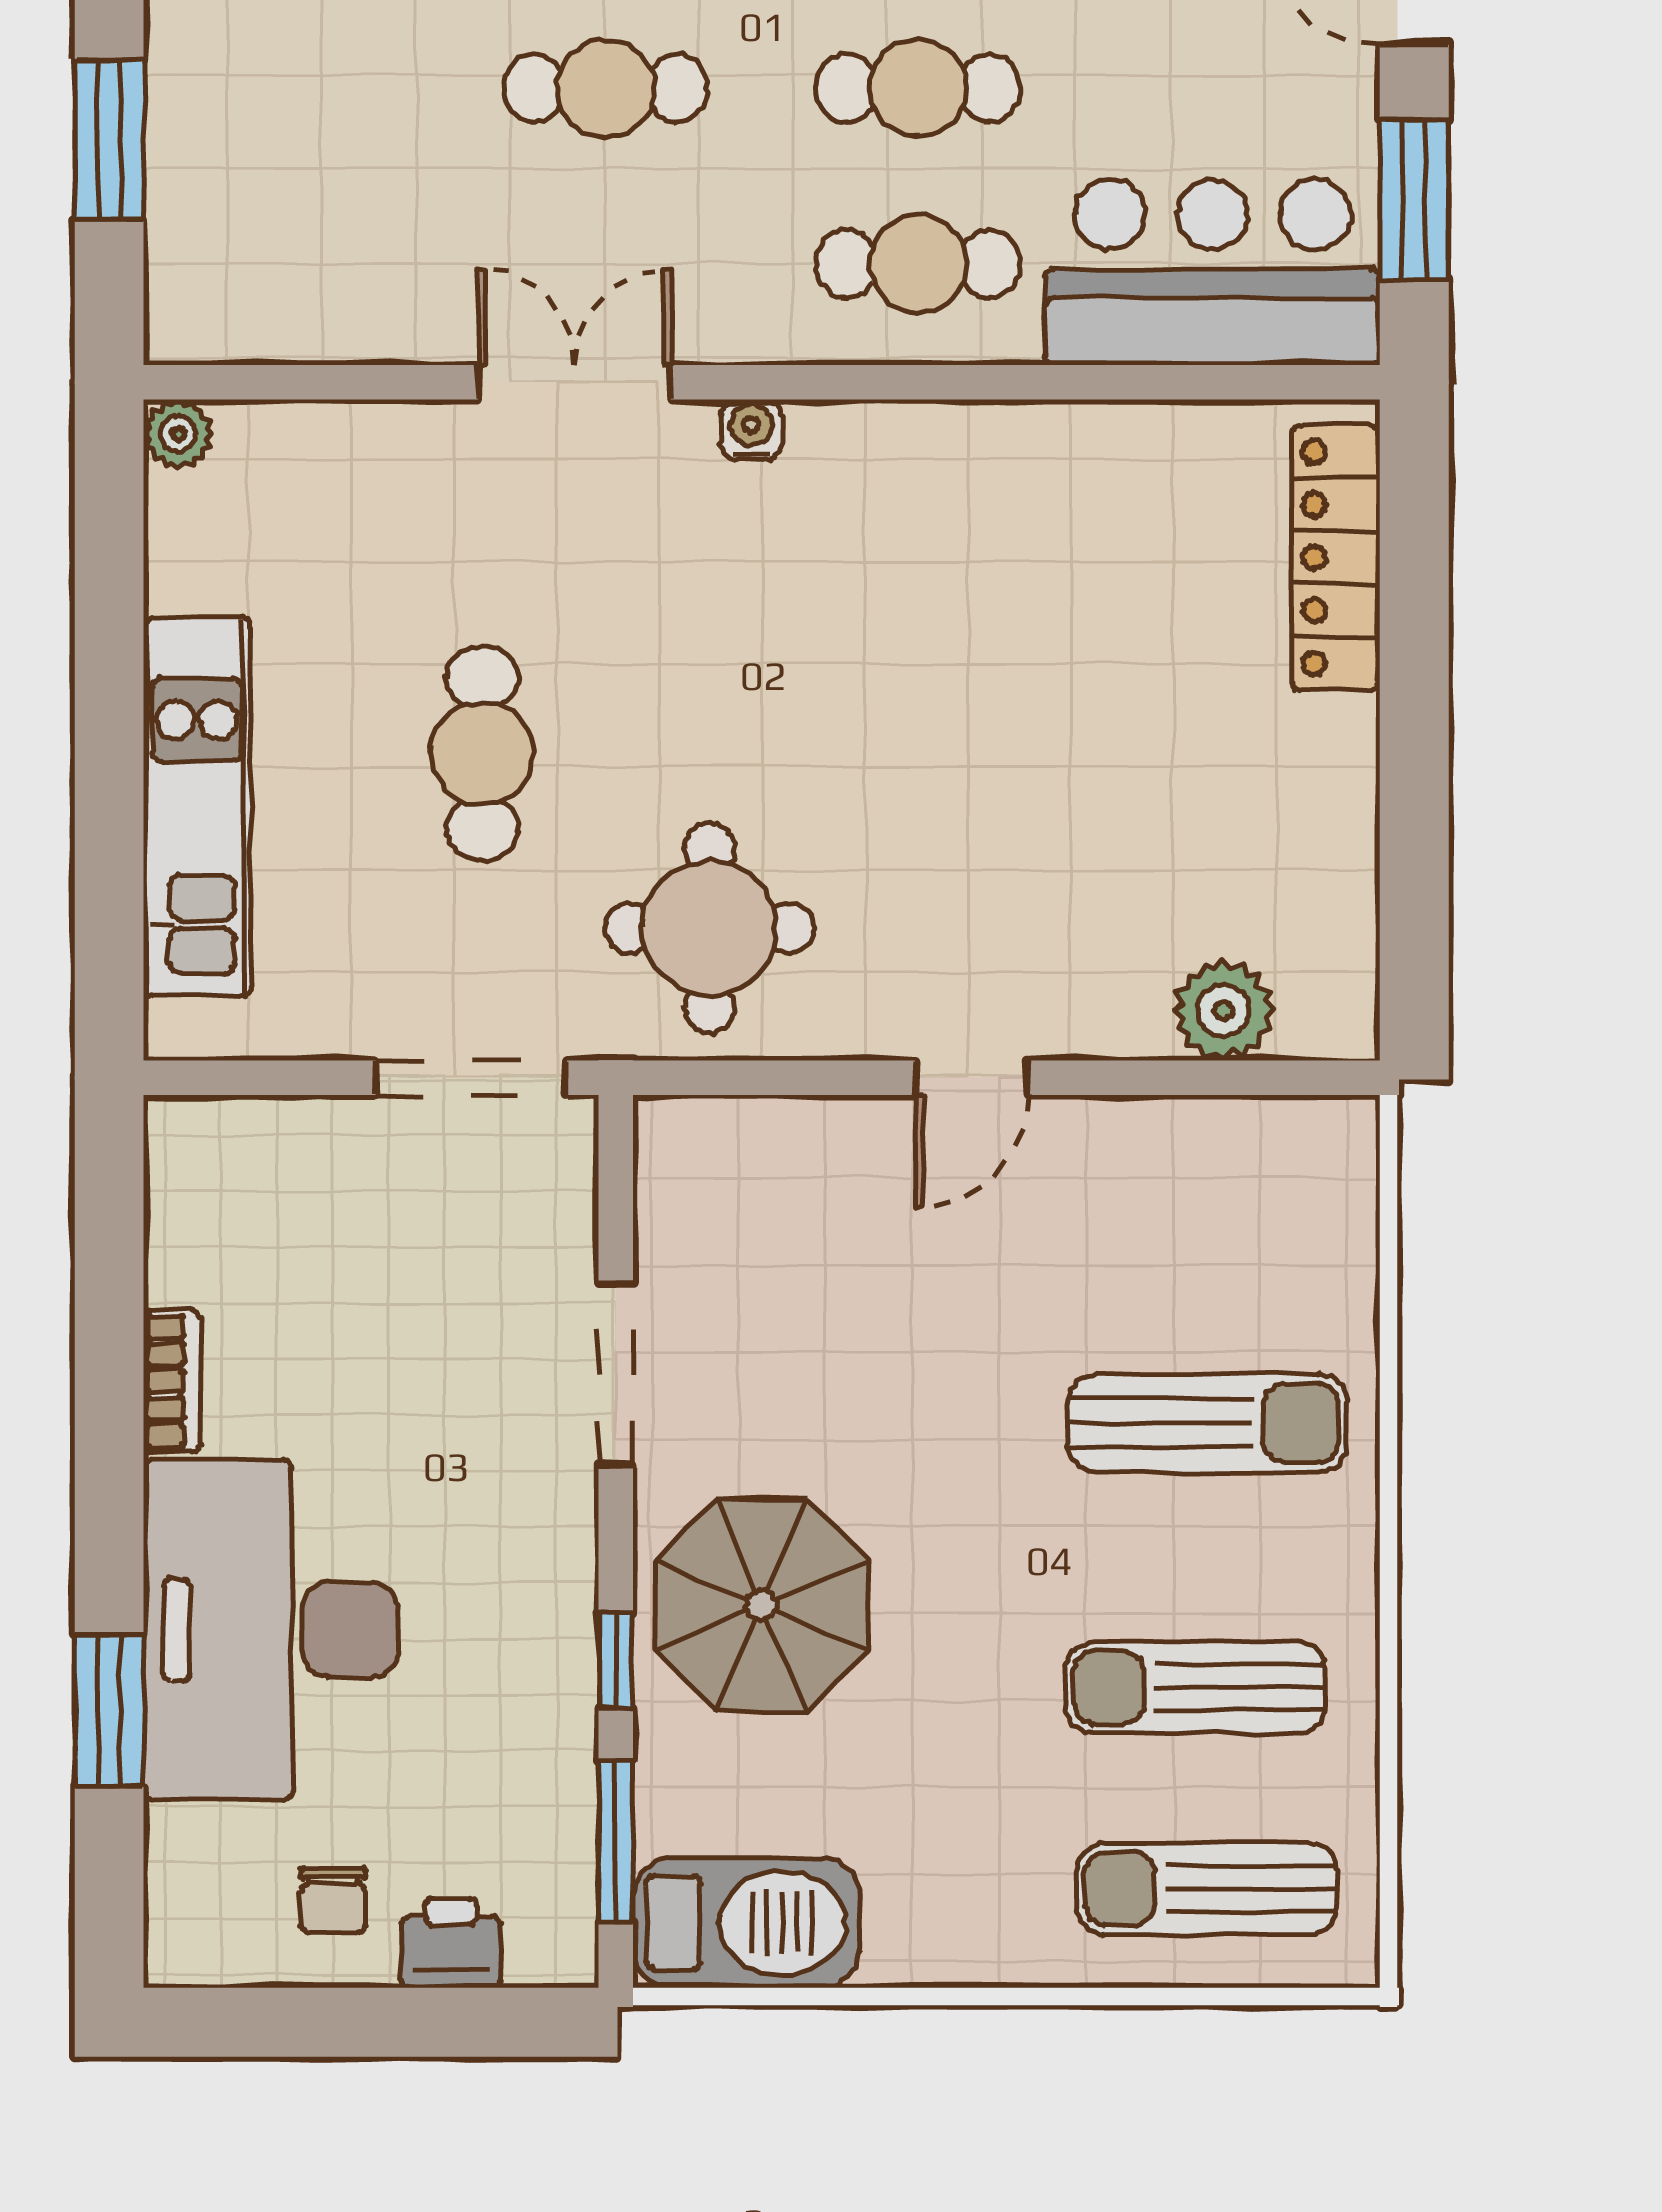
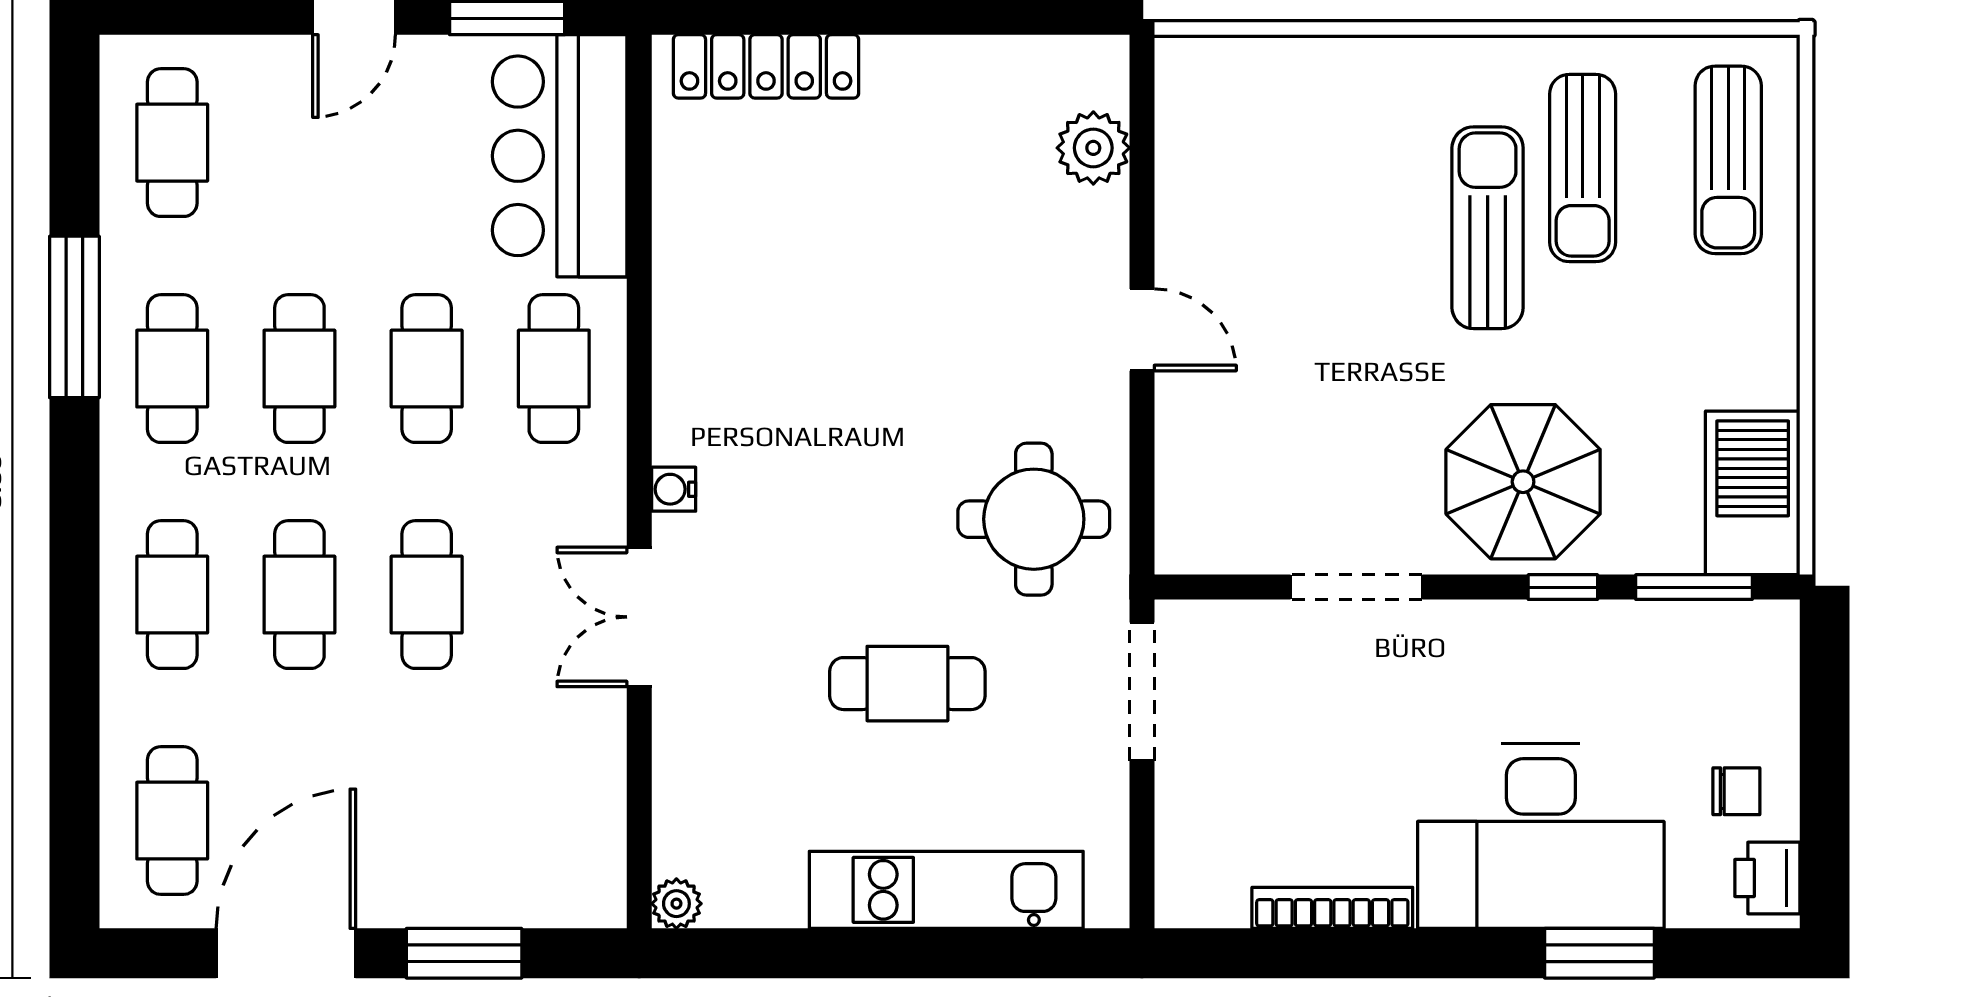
bookcase: (172, 1381) -> (1332, 908), width x1.56
sun lounger: (1208, 1423) -> (1488, 228), moved
printer: (451, 1943) -> (1767, 878), moved

